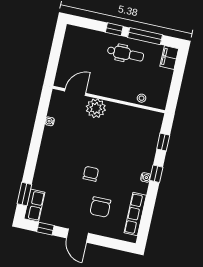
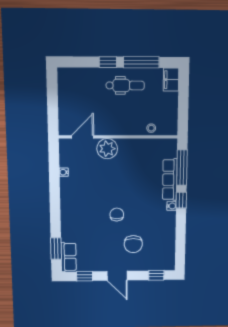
window: (163, 142) -> (182, 168), width x2.17
row of seats: (135, 214) -> (170, 180), moved
window: (116, 244) -> (156, 275), added

